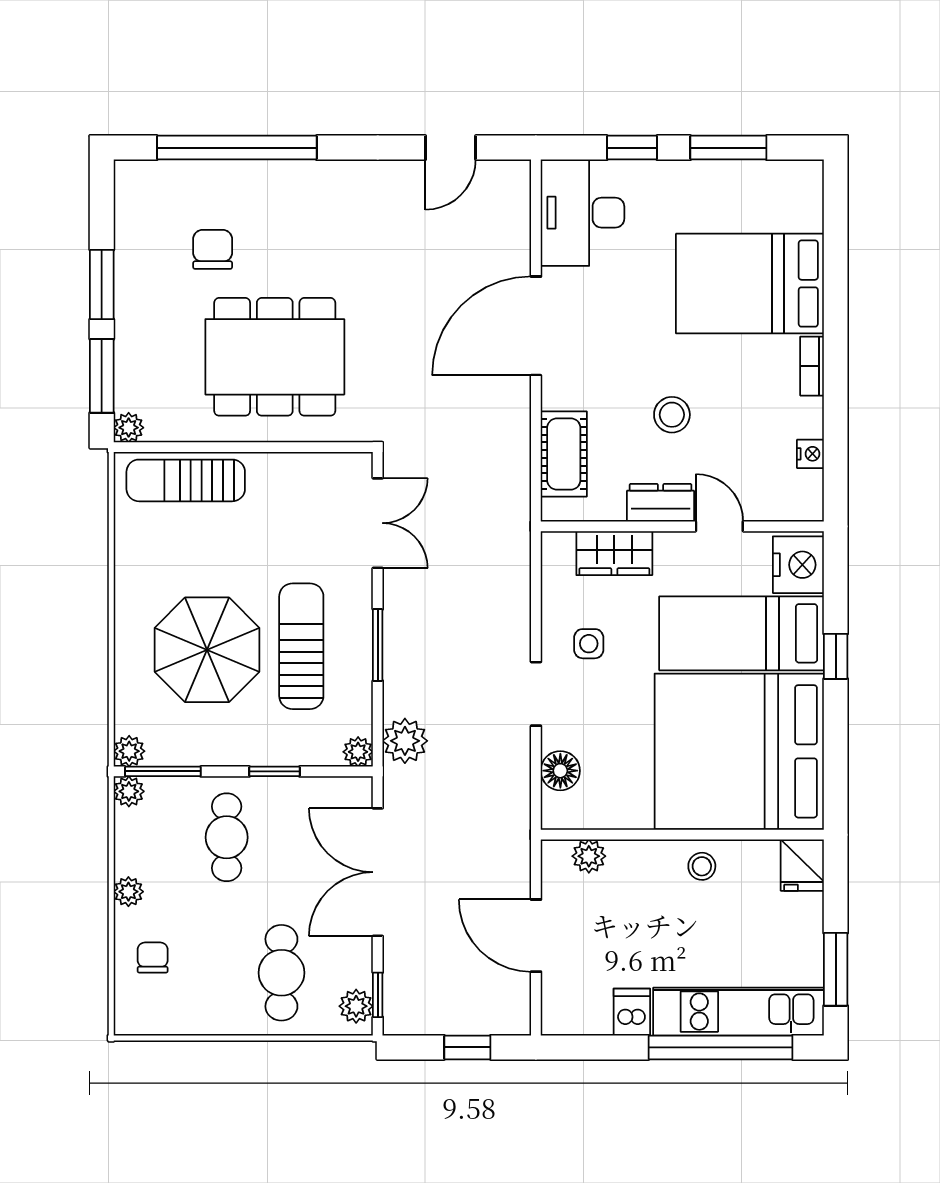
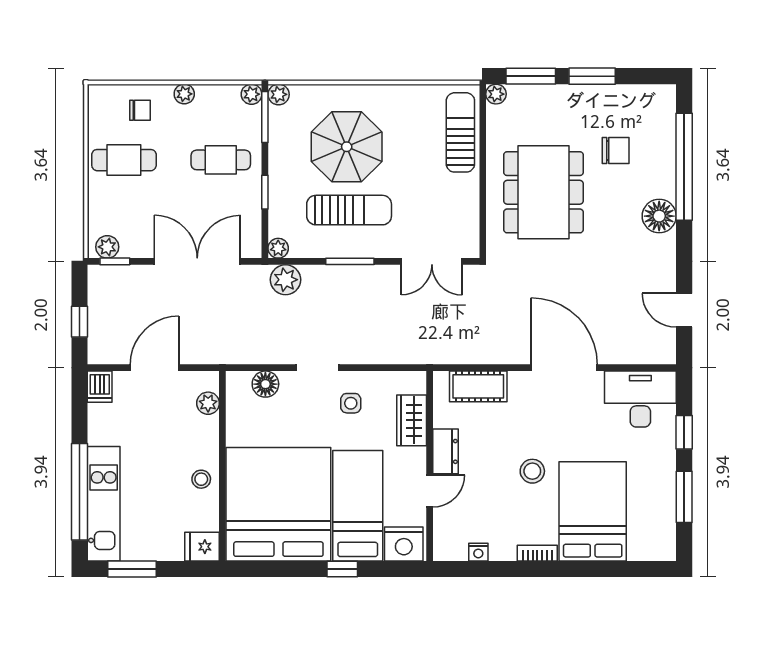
floor lamp: (310, 185) -> (659, 216), added
stool: (672, 415) -> (532, 471), moved
cafe table: (281, 973) -> (124, 160), moved
dishwasher: (632, 1012) -> (100, 387), moved, turned 90

